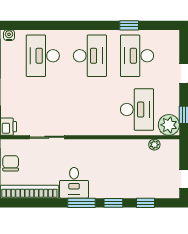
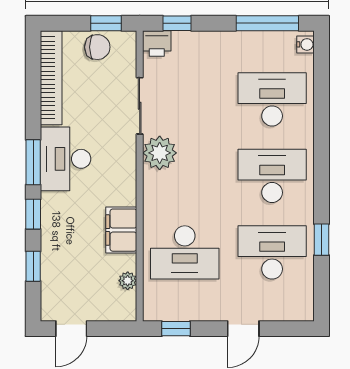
desk: (90, 56) -> (272, 176), turned 180
plant: (169, 125) -> (160, 153), moved
filing cabinet: (123, 149) -> (121, 230), added
desk: (74, 183) -> (66, 159), width x1.37

